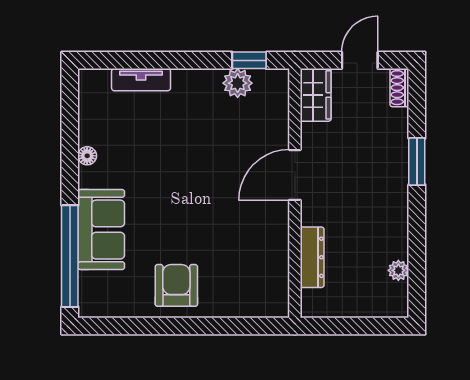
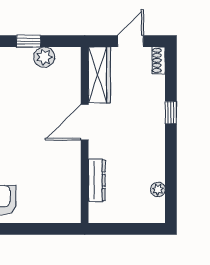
window: (249, 60) -> (29, 41), moved
wardrobe: (316, 95) -> (99, 75), width x1.50
window: (417, 161) -> (171, 113), width x0.67

